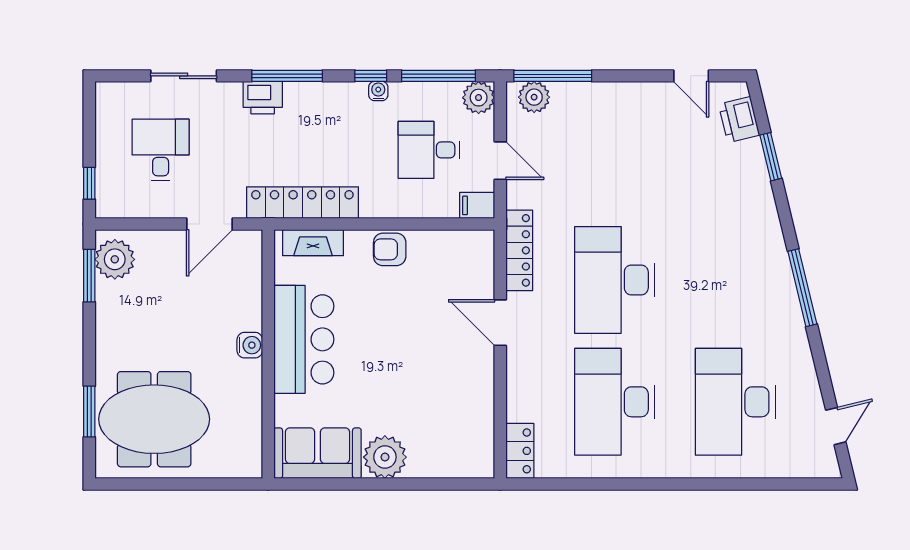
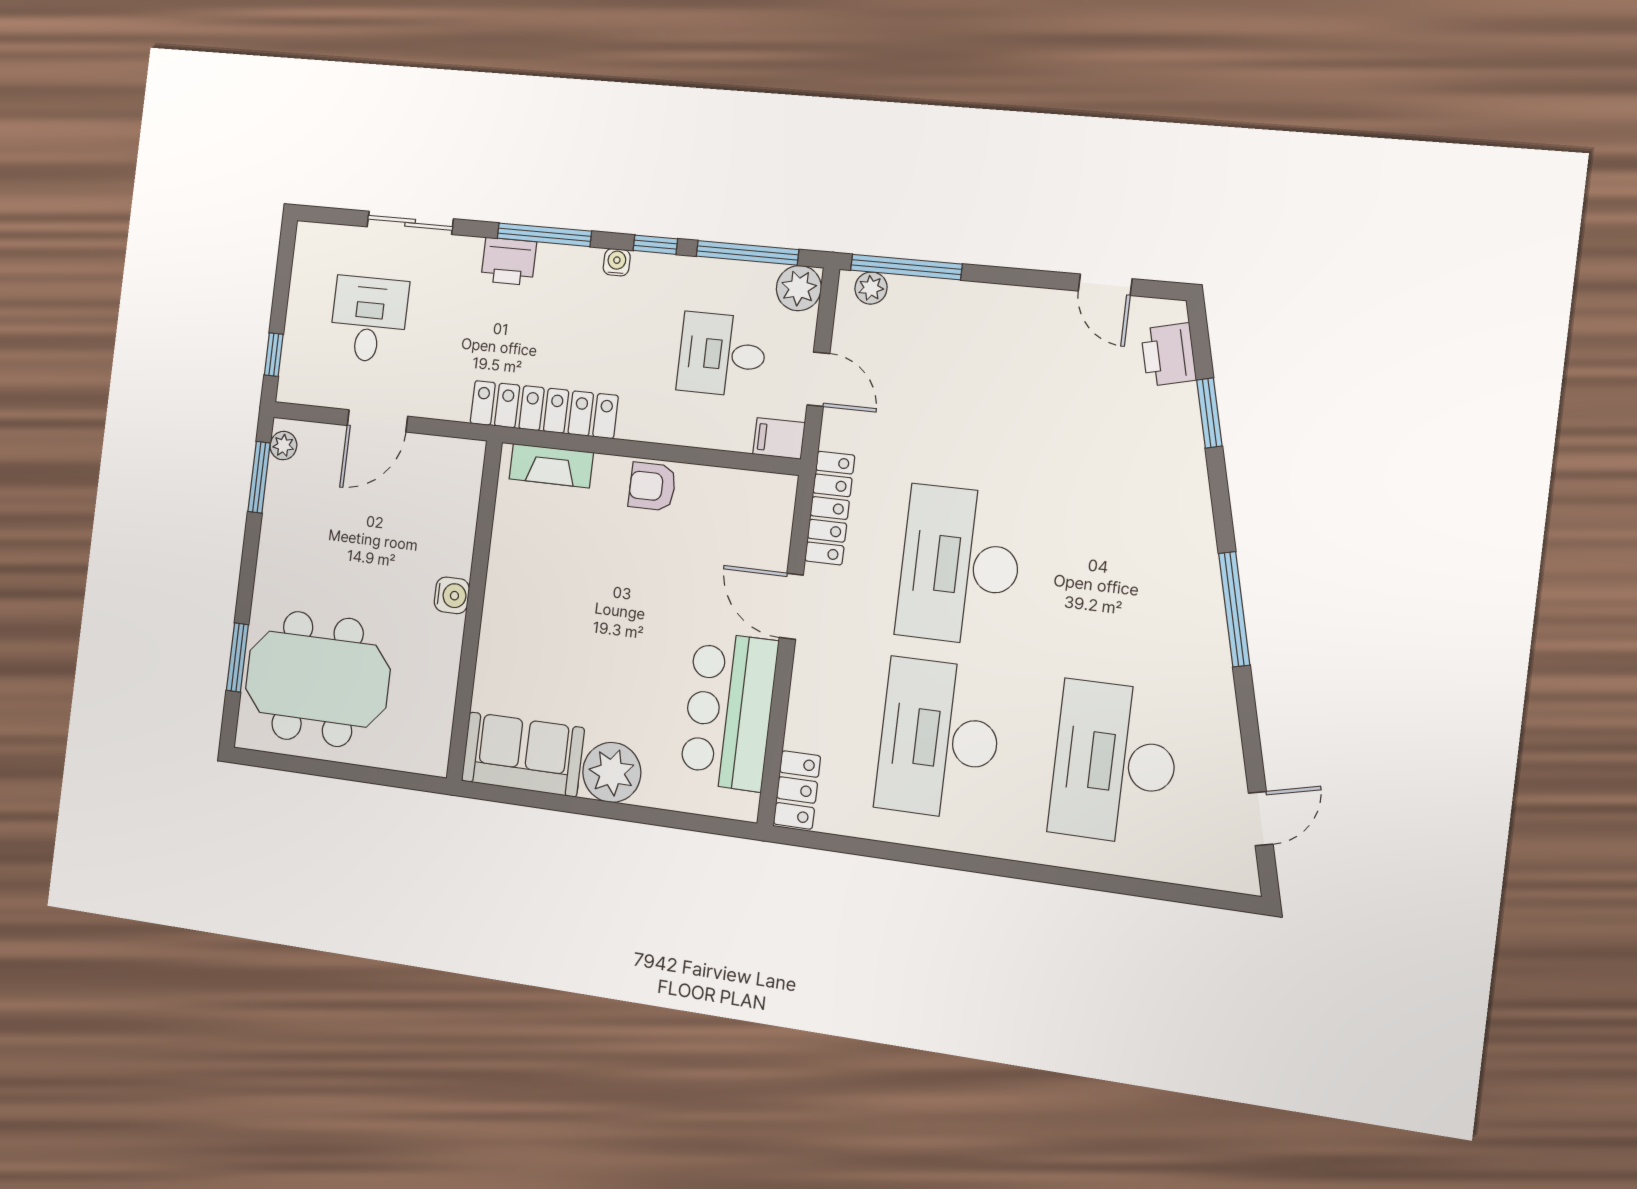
water cooler: (378, 91) -> (617, 262), moved
plant: (534, 97) -> (871, 288), width x0.73, depth x0.73
door: (210, 224) -> (377, 421), moved
plant: (115, 259) -> (283, 446), width x0.53, depth x0.53
bar counter: (304, 339) -> (729, 711), moved, turned 180

